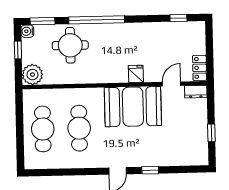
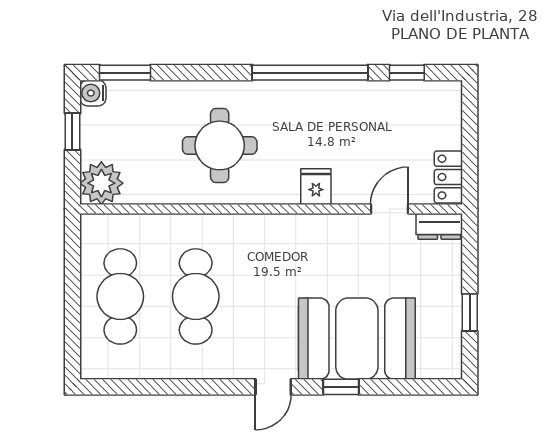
window: (97, 20) -> (310, 73), moved
round table: (70, 45) -> (220, 145), moved
booth: (133, 107) -> (357, 339), moved

